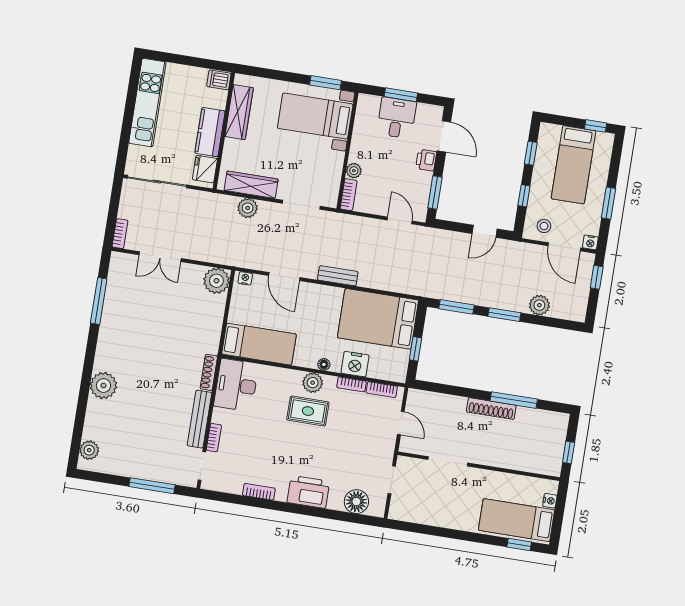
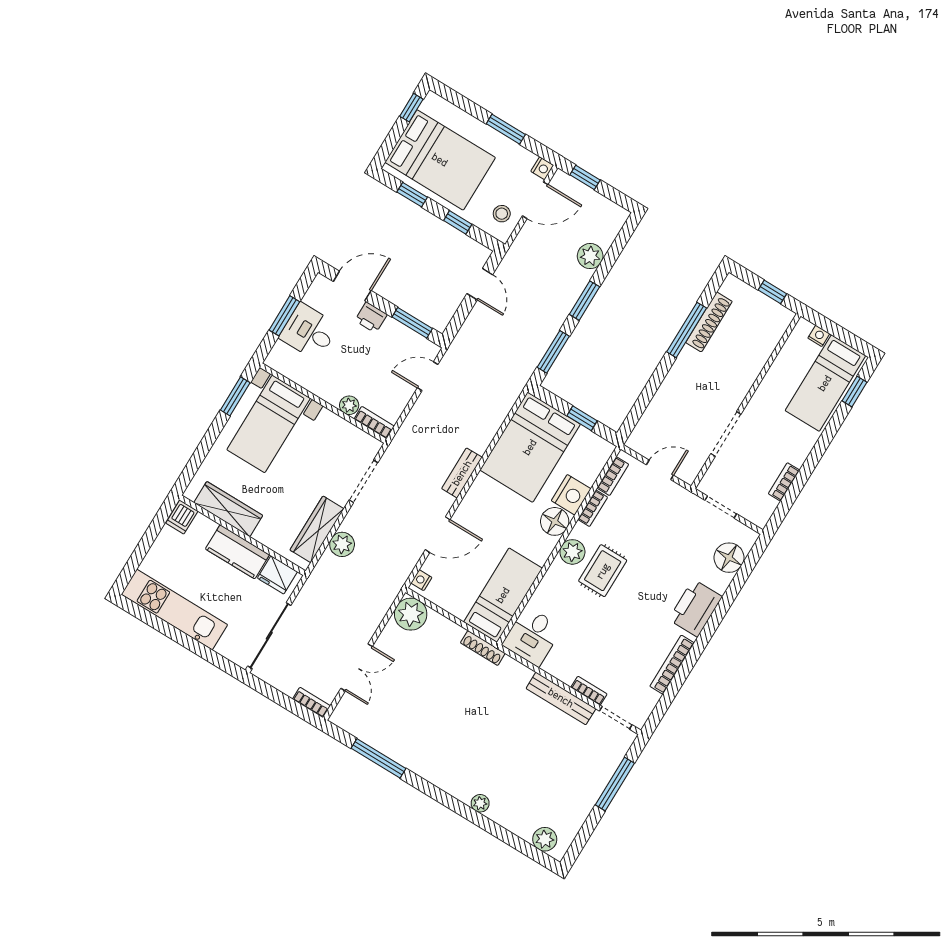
bed: (574, 165) -> (440, 160), width x1.50
floor lamp: (324, 364) -> (555, 521), width x1.89, depth x1.89
shoe rack: (209, 372) -> (483, 648), moved
desk: (236, 385) -> (532, 636), width x0.73
plant: (103, 386) -> (480, 803), width x0.53, depth x0.53
shoe rack: (491, 409) -> (709, 322), moved
bookcase: (259, 492) -> (672, 665), width x1.56
bookcase: (430, 519) -> (784, 482), added

